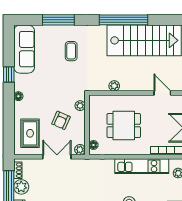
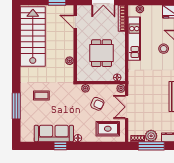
window: (124, 20) -> (16, 53), removed
sofa: (24, 49) -> (54, 133), moved
door: (162, 93) -> (75, 22), hinge flipped

